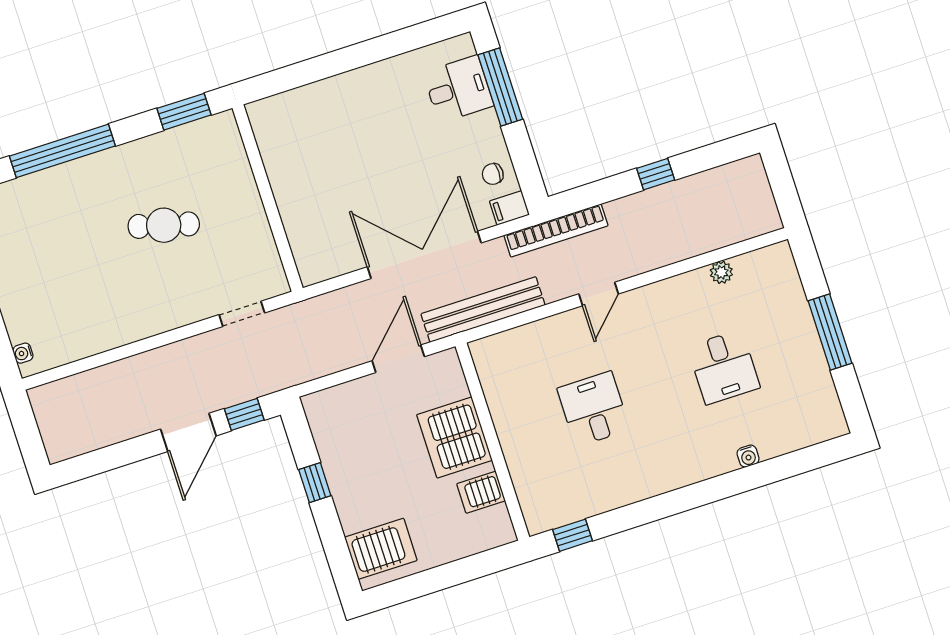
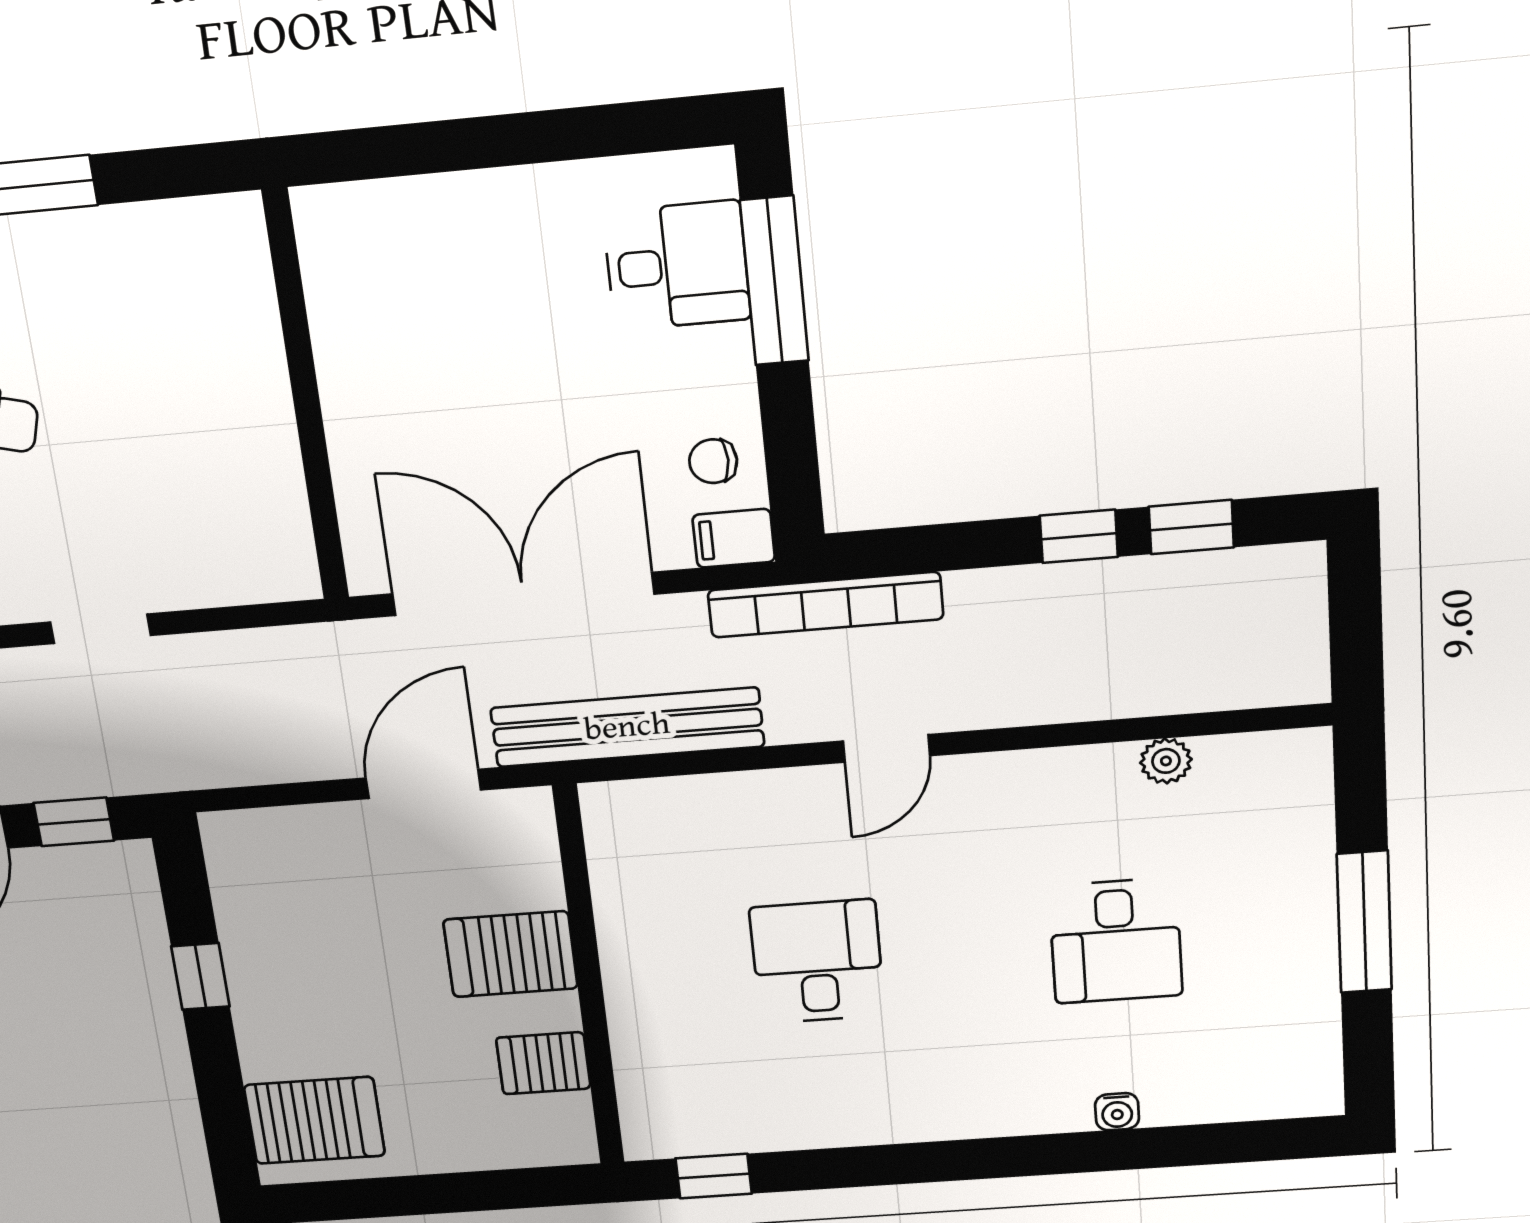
window: (702, 159) -> (1191, 527), added
wall: (268, 198) -> (306, 398), moved
server rack: (454, 437) -> (511, 954), width x0.62

